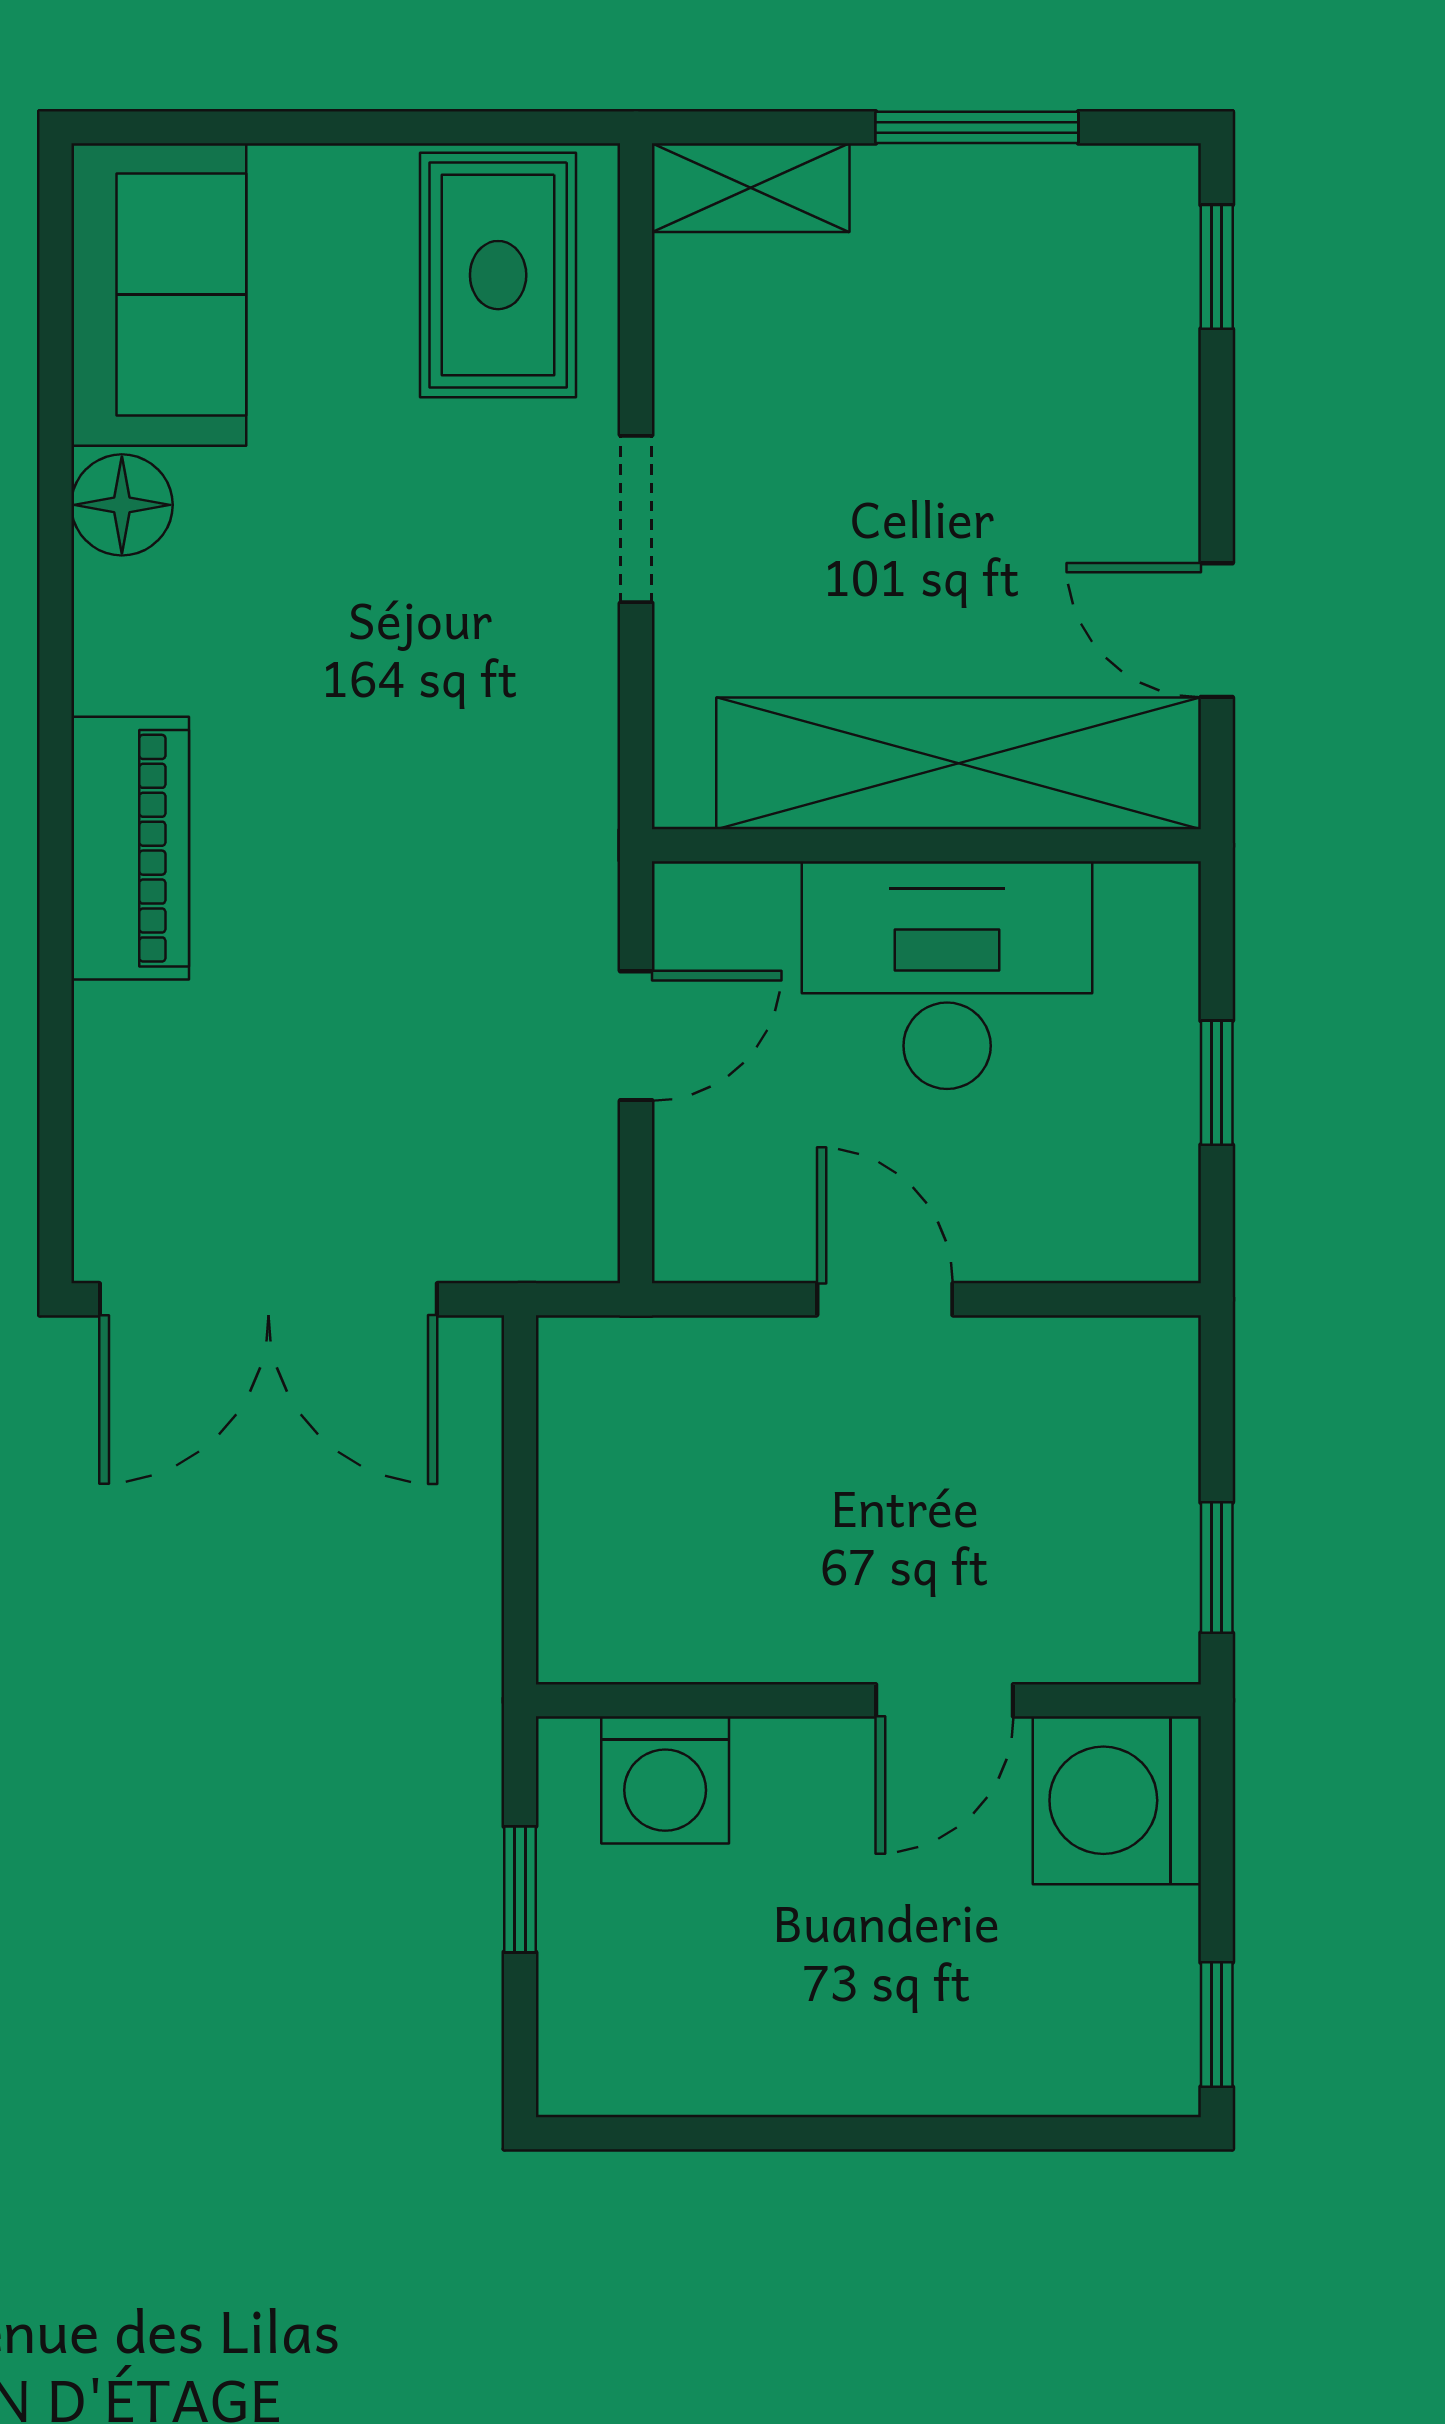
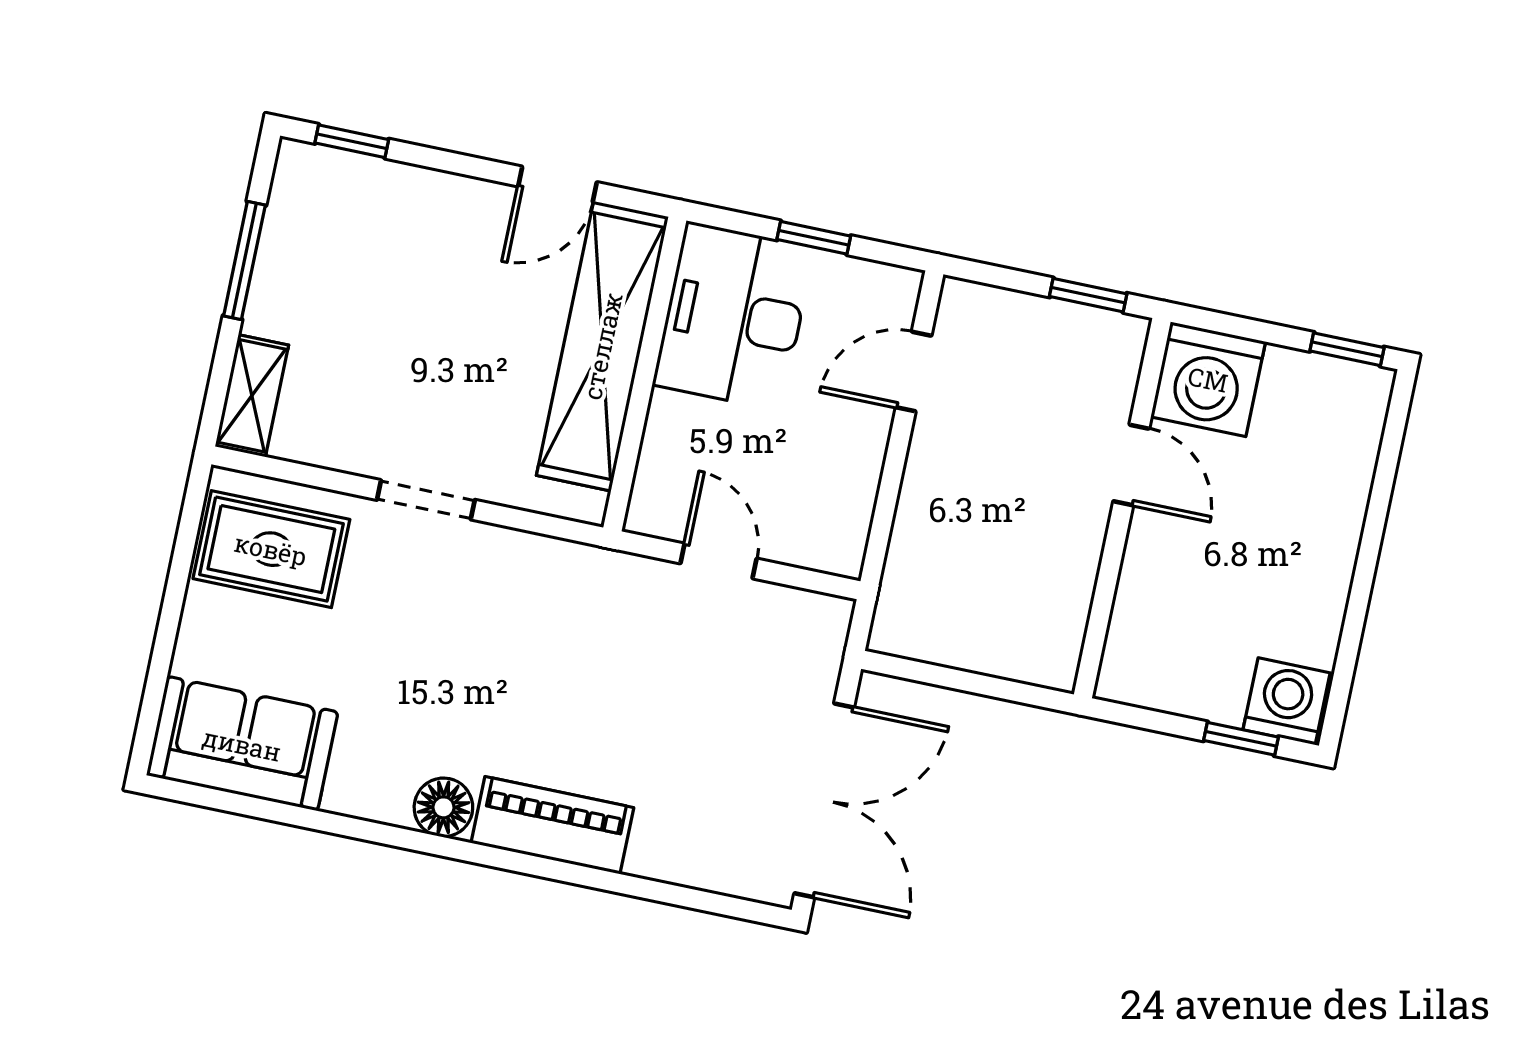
floor lamp: (122, 505) -> (443, 807), moved
desk: (947, 975) -> (734, 316), moved
door: (885, 1299) -> (914, 371), moved
washing machine: (665, 1780) -> (1287, 701), moved, turned -90
window: (520, 1889) -> (1241, 739), moved

